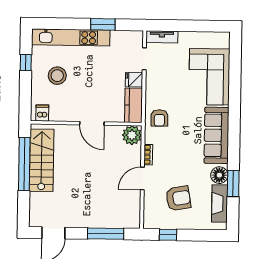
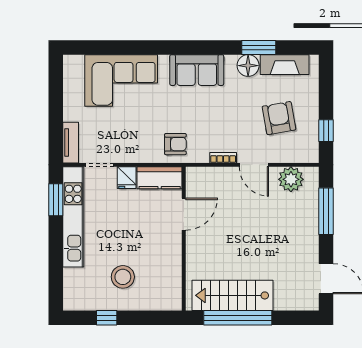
window: (103, 24) -> (56, 200), moved
kitchen unit: (71, 37) -> (73, 217), moved
dishwasher: (42, 113) -> (171, 296), removed
door: (92, 123) -> (184, 214), moved
plant: (132, 135) -> (291, 179), moved
sofa: (216, 135) -> (197, 70), width x0.73

